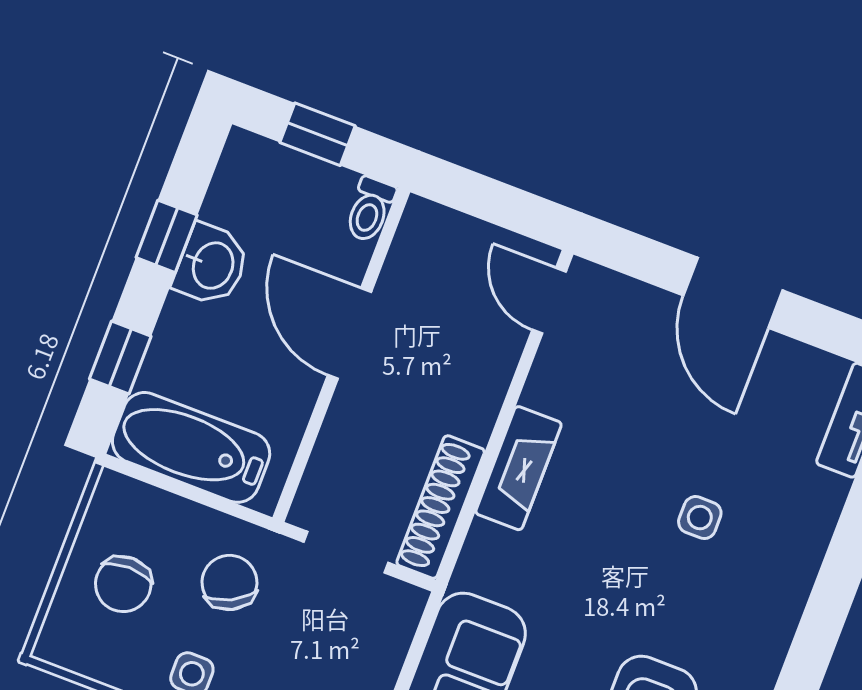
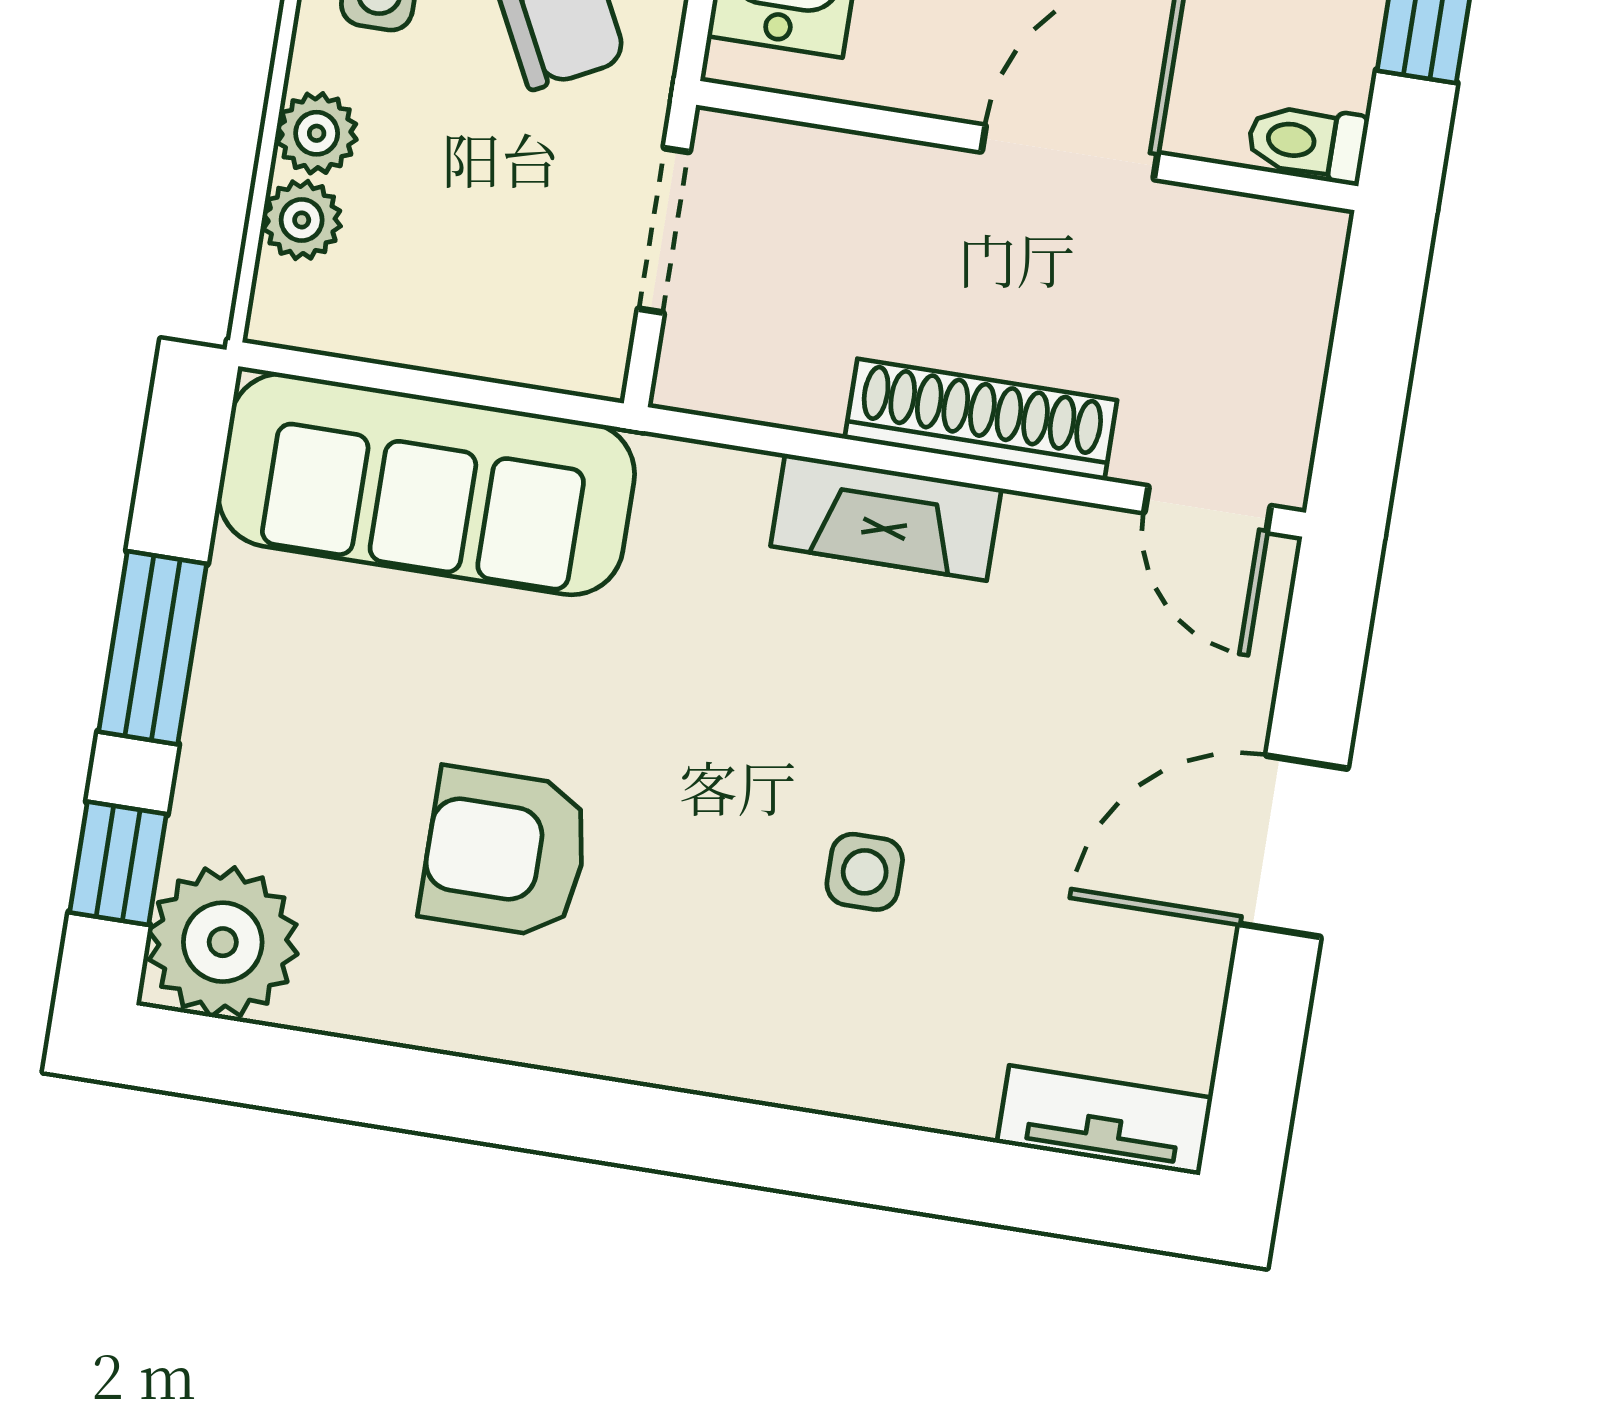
door: (549, 301) -> (1208, 509), swing flipped
shoe rack: (441, 507) -> (981, 420), moved

